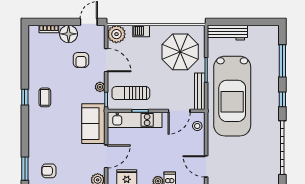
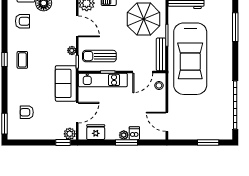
armchair: (81, 60) -> (22, 21), moved, turned -90
window: (282, 99) -> (235, 62), removed
armchair: (49, 171) -> (27, 112), moved

